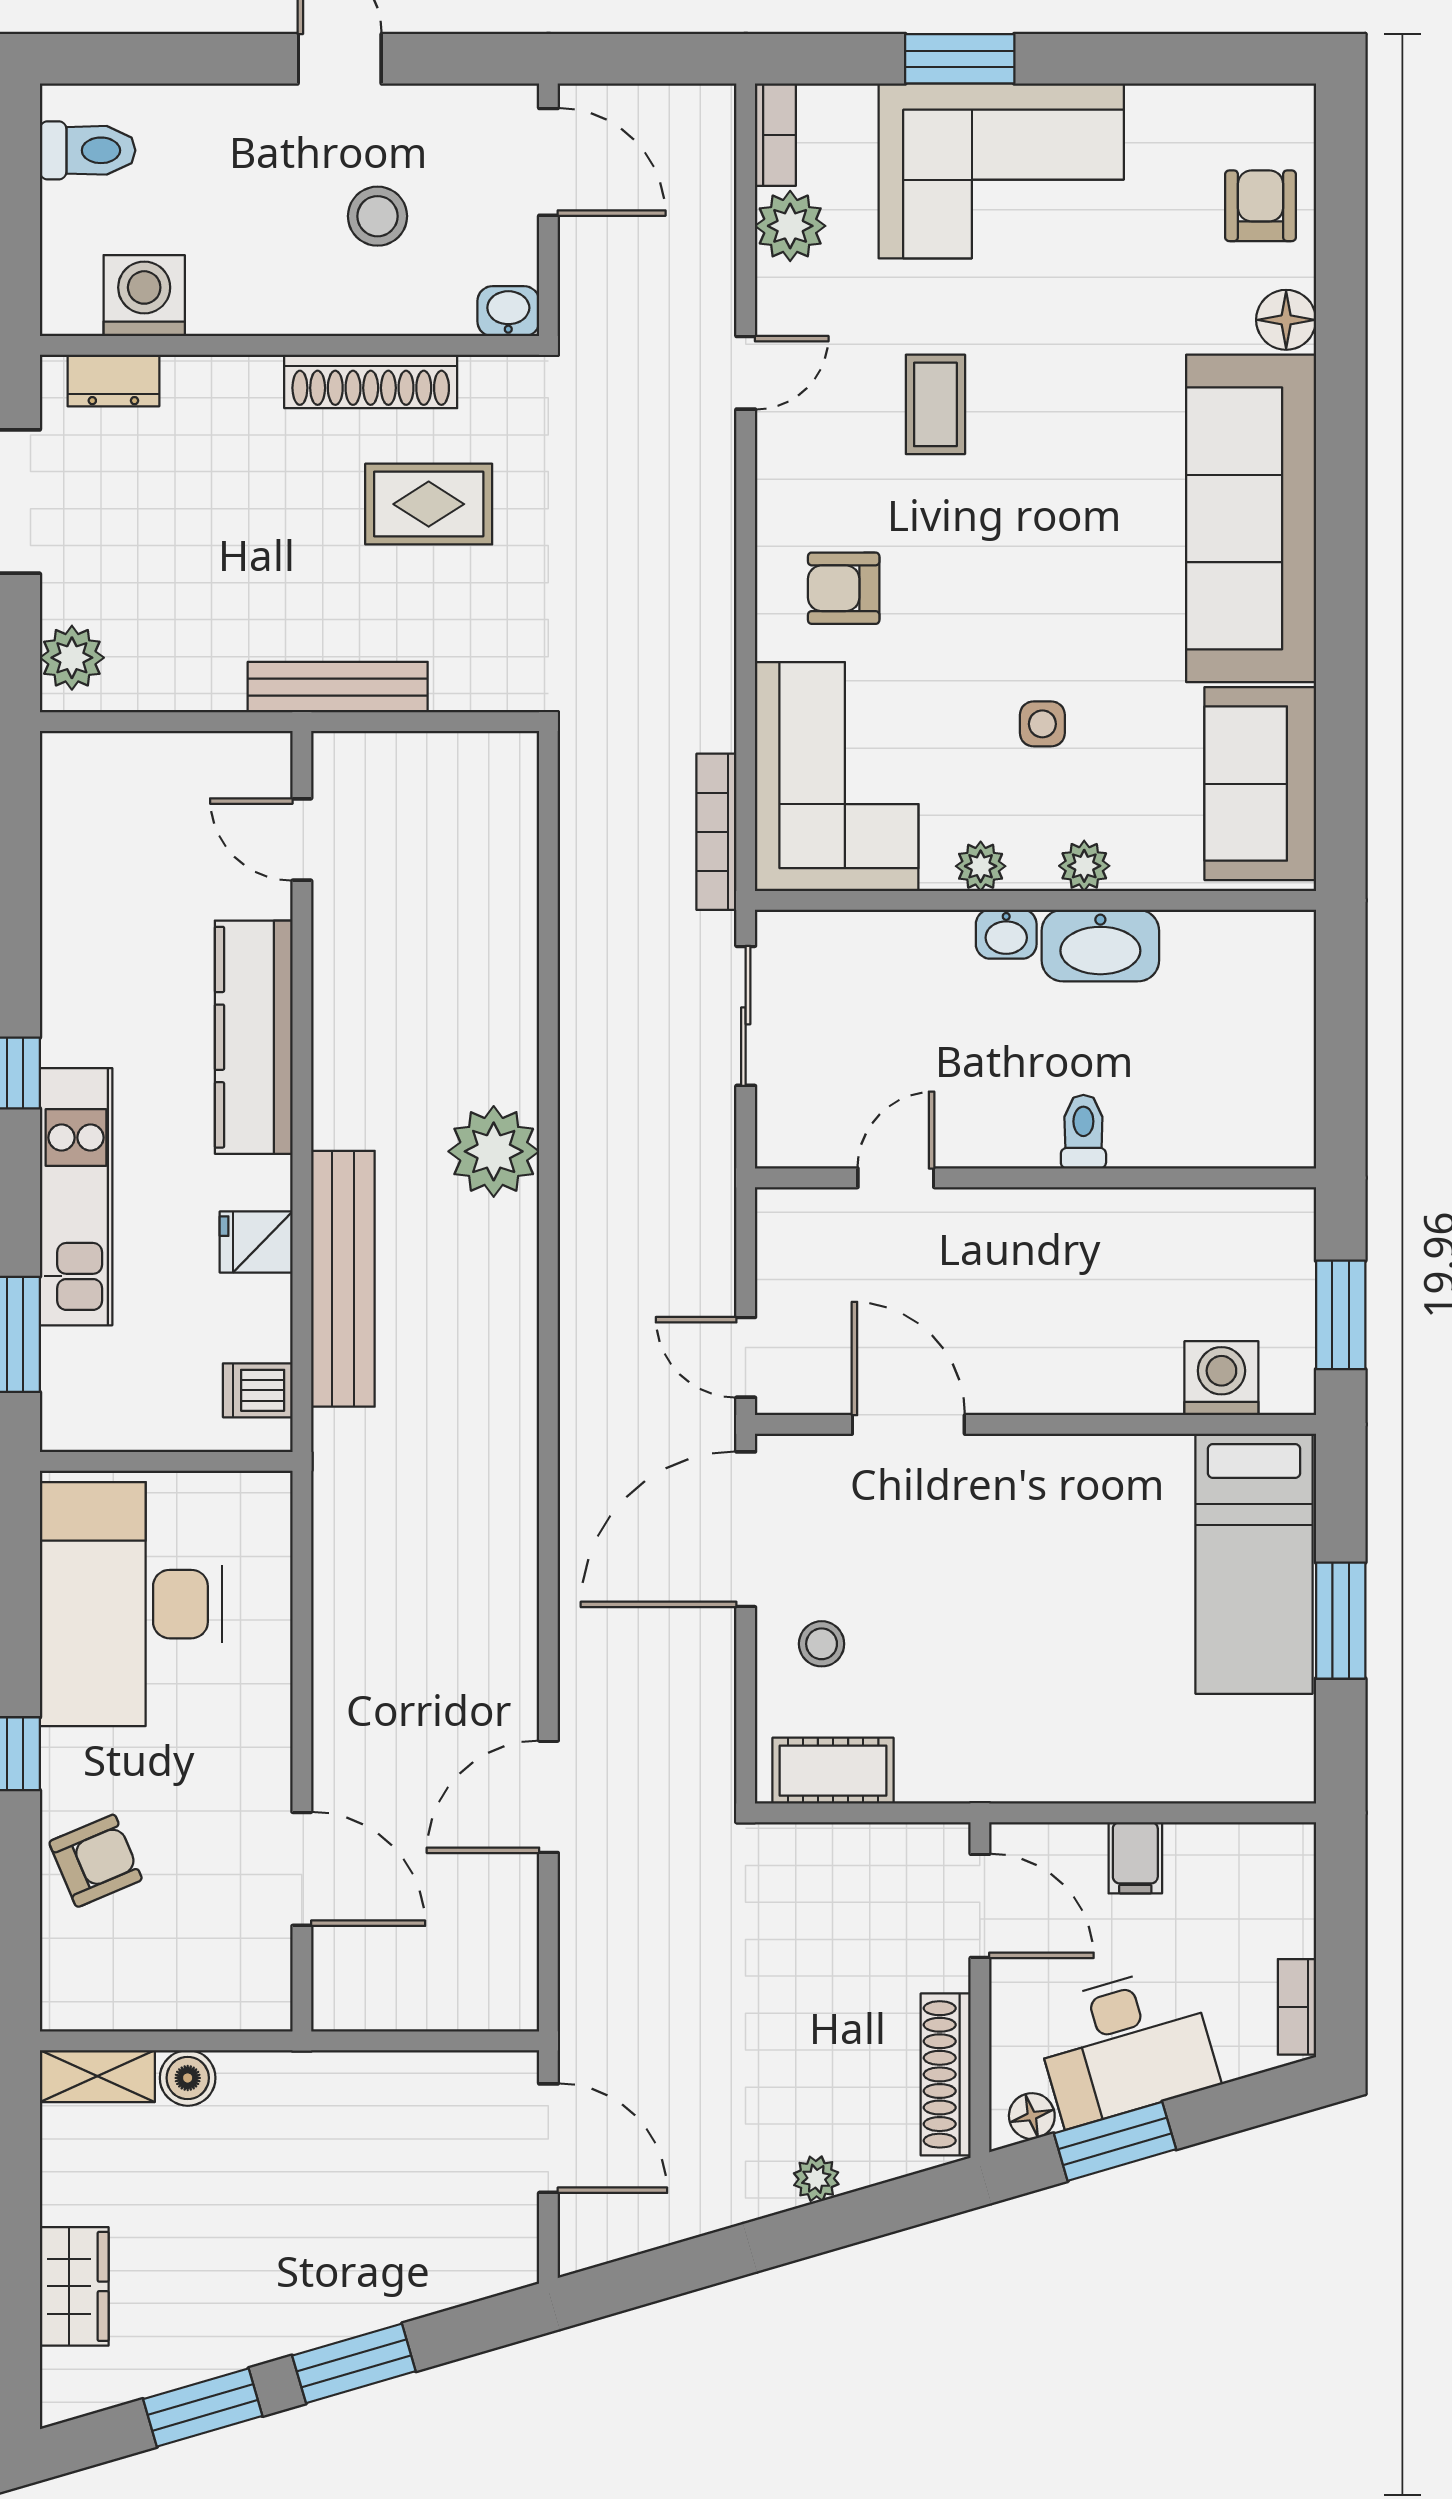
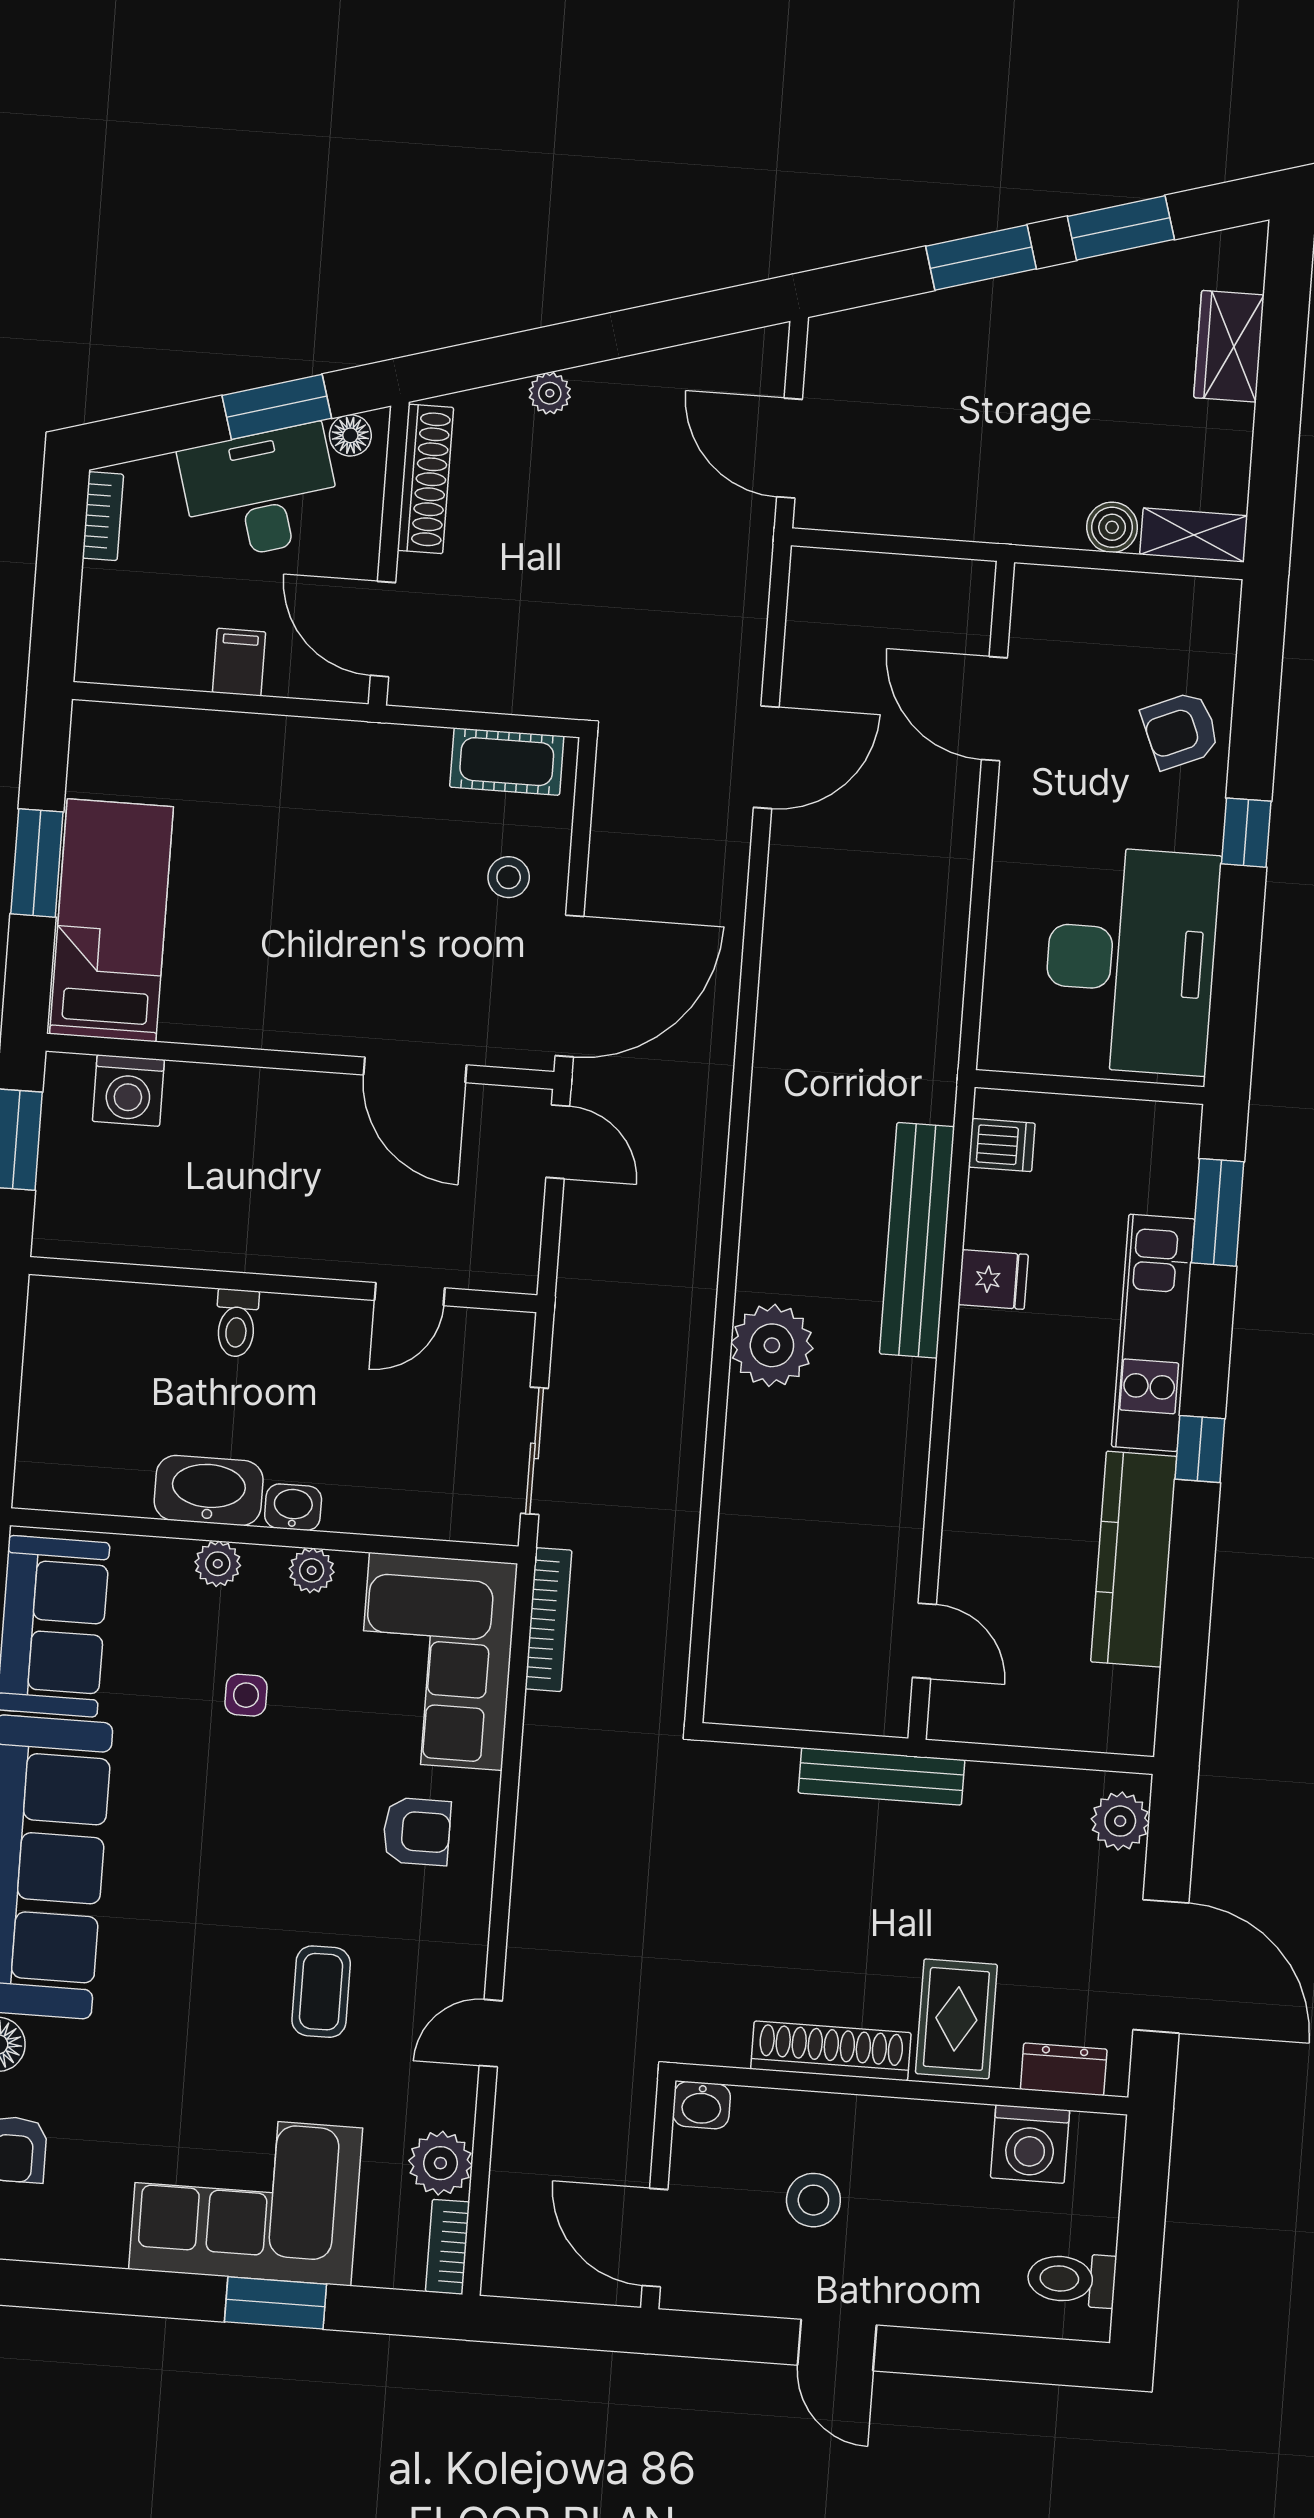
rug: (429, 504) -> (956, 2019), moved, turned 90
kitchen counter: (254, 1037) -> (1134, 1559), moved, turned 180

